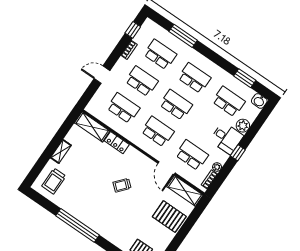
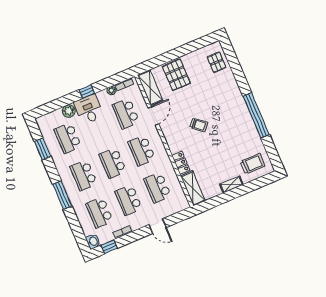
window: (183, 36) -> (62, 195), moved
washbasin: (259, 101) -> (93, 241), moved

